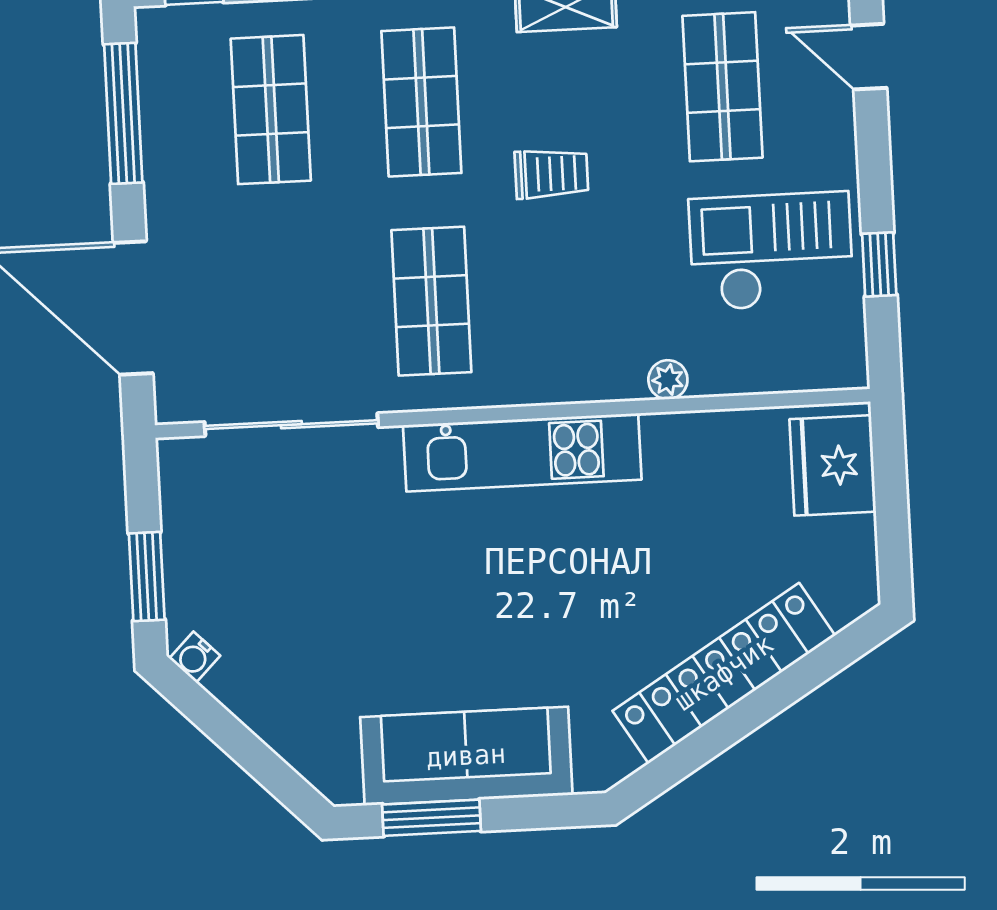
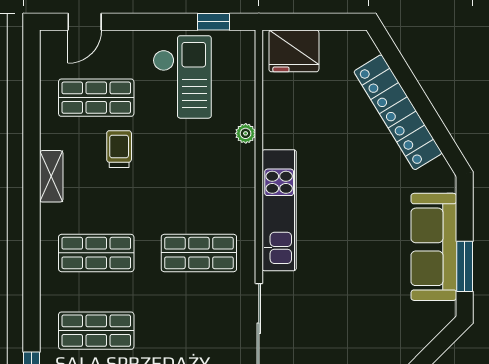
trolley: (551, 174) -> (119, 149), moved
checkout: (771, 251) -> (182, 77), turned 180
window: (879, 264) -> (214, 22), moved

